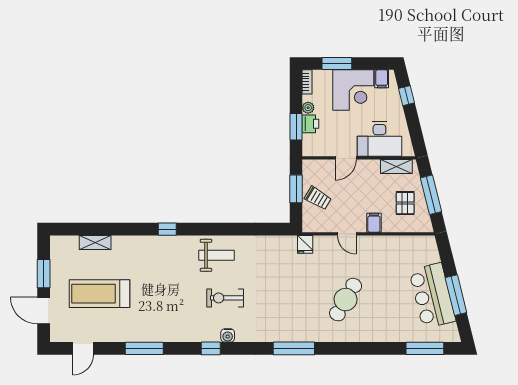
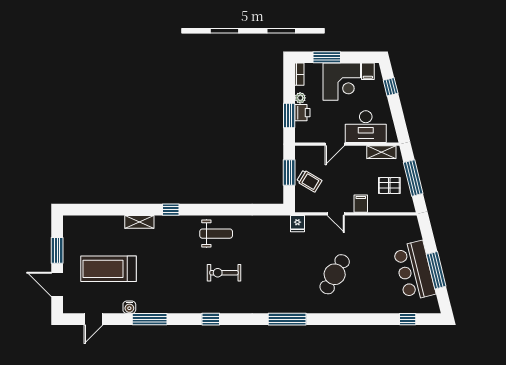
pallet: (405, 203) -> (389, 186), turned 90
shelving: (95, 243) -> (139, 222), moved
water cooler: (228, 335) -> (129, 307), moved
window: (425, 348) -> (408, 319), width x0.46

